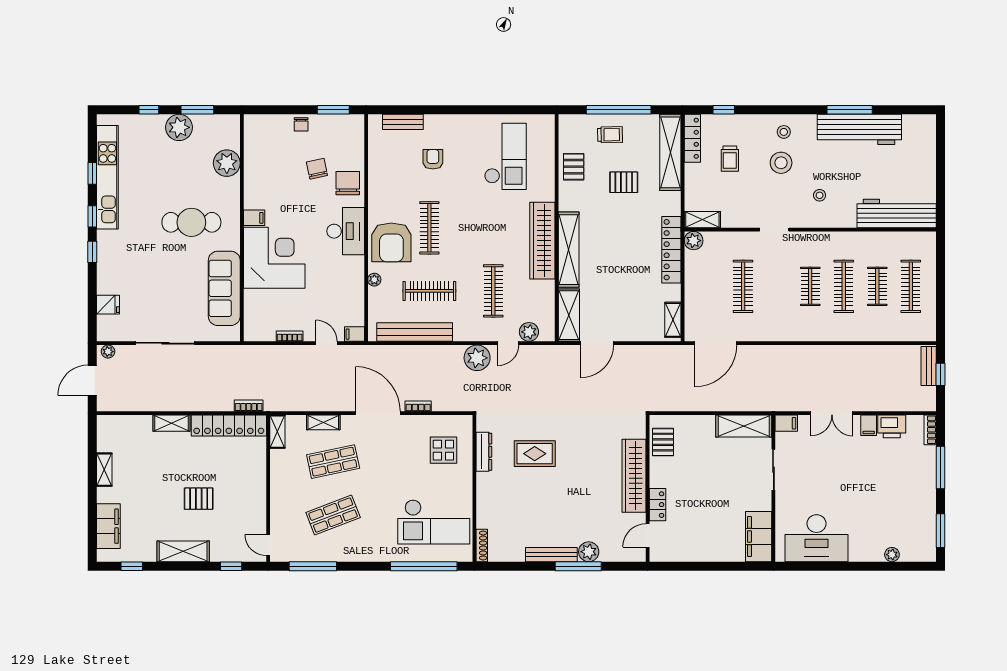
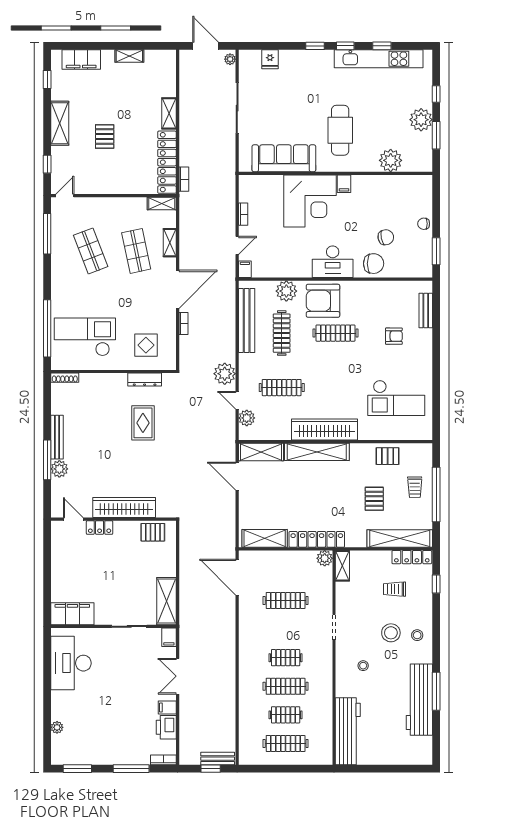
plant: (374, 280) -> (286, 291), width x1.87, depth x1.87
shelving: (673, 320) -> (265, 538), width x1.50, depth x1.33
checkout: (434, 522) -> (85, 337), turned 90

